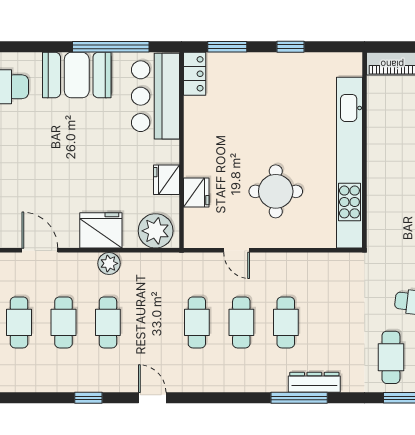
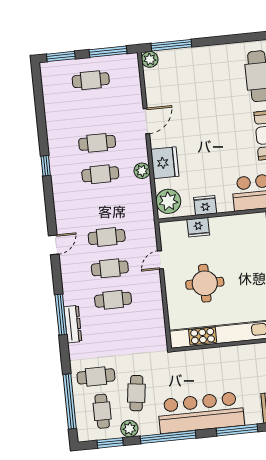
cafe table: (19, 322) -> (94, 112), removed
door: (152, 398) -> (54, 245), moved

